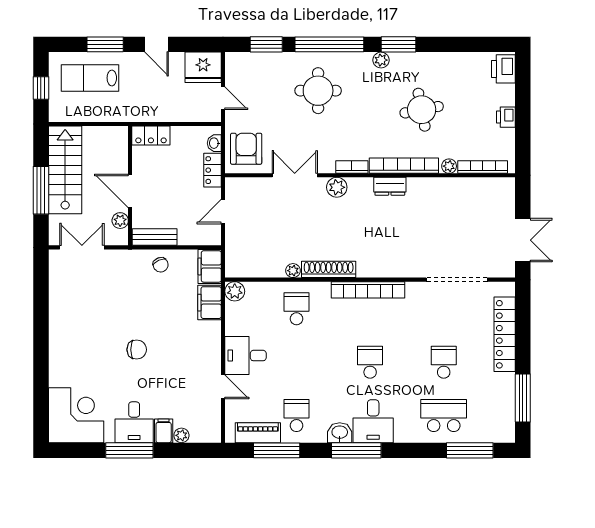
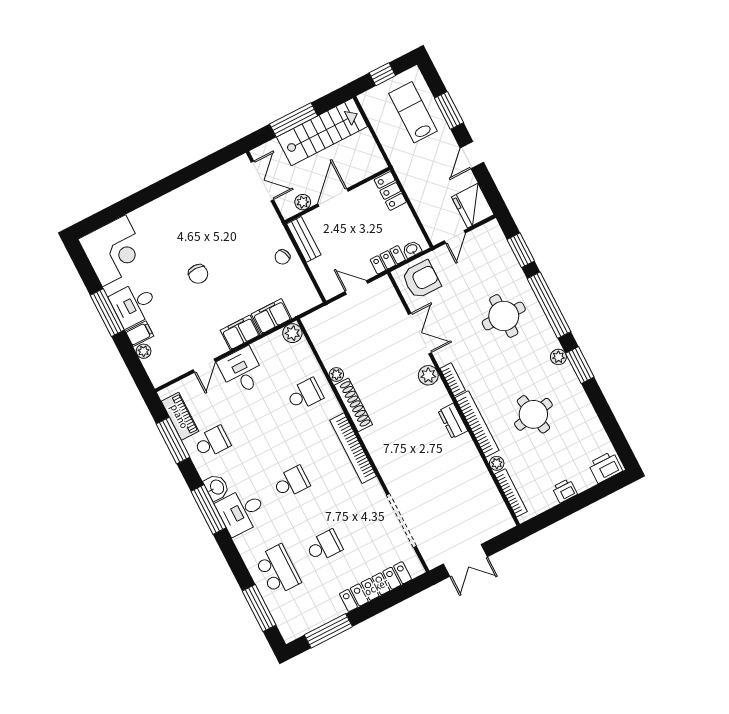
filing cabinet: (210, 266) -> (240, 333), moved

